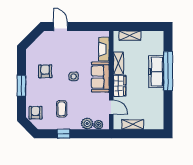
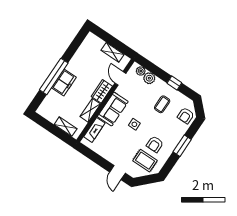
rug: (44, 52) -> (145, 161), added
freezer: (156, 72) -> (64, 82), width x0.71

